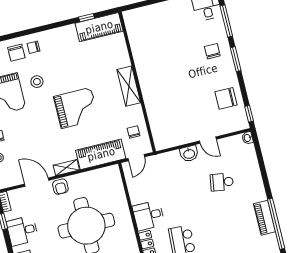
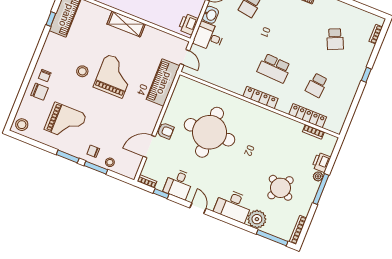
stool: (37, 82) -> (82, 71), moved
chair: (134, 132) -> (164, 45), removed
printer: (167, 140) -> (188, 24), added
shelving: (66, 168) -> (154, 116), removed
desk: (148, 215) -> (209, 37), moved, turned 90

